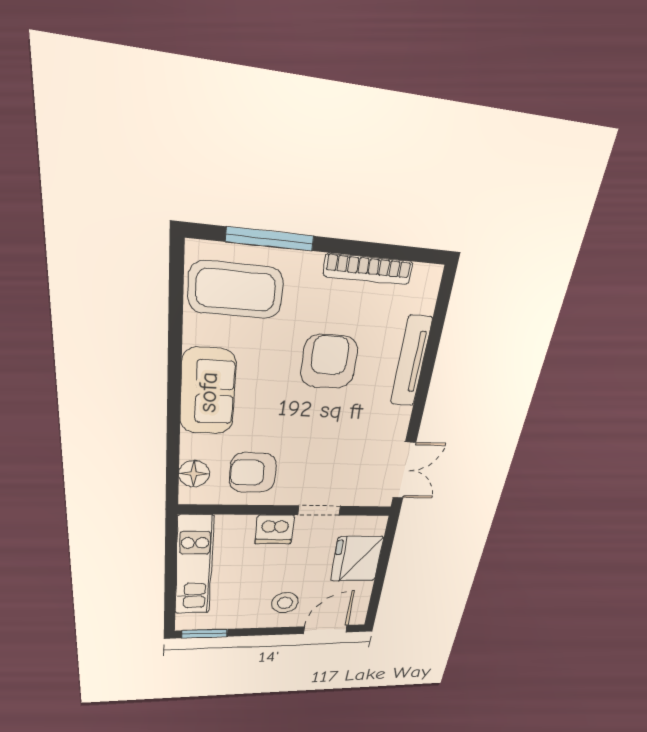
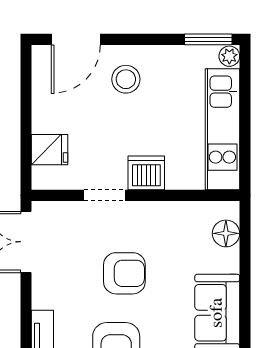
armchair: (253, 473) -> (124, 273), moved
fridge: (357, 559) -> (50, 150), width x0.53, depth x0.75
plant: (185, 622) -> (229, 56), added

